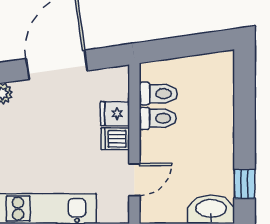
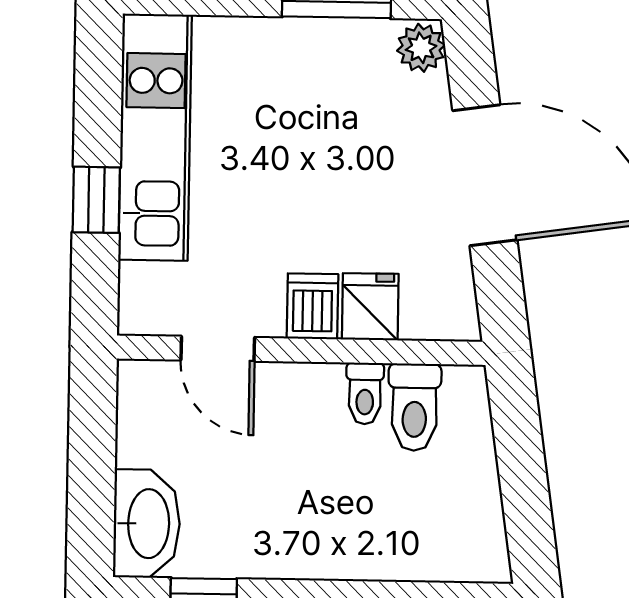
toilet: (158, 118) -> (365, 393), width x0.73, depth x0.72

